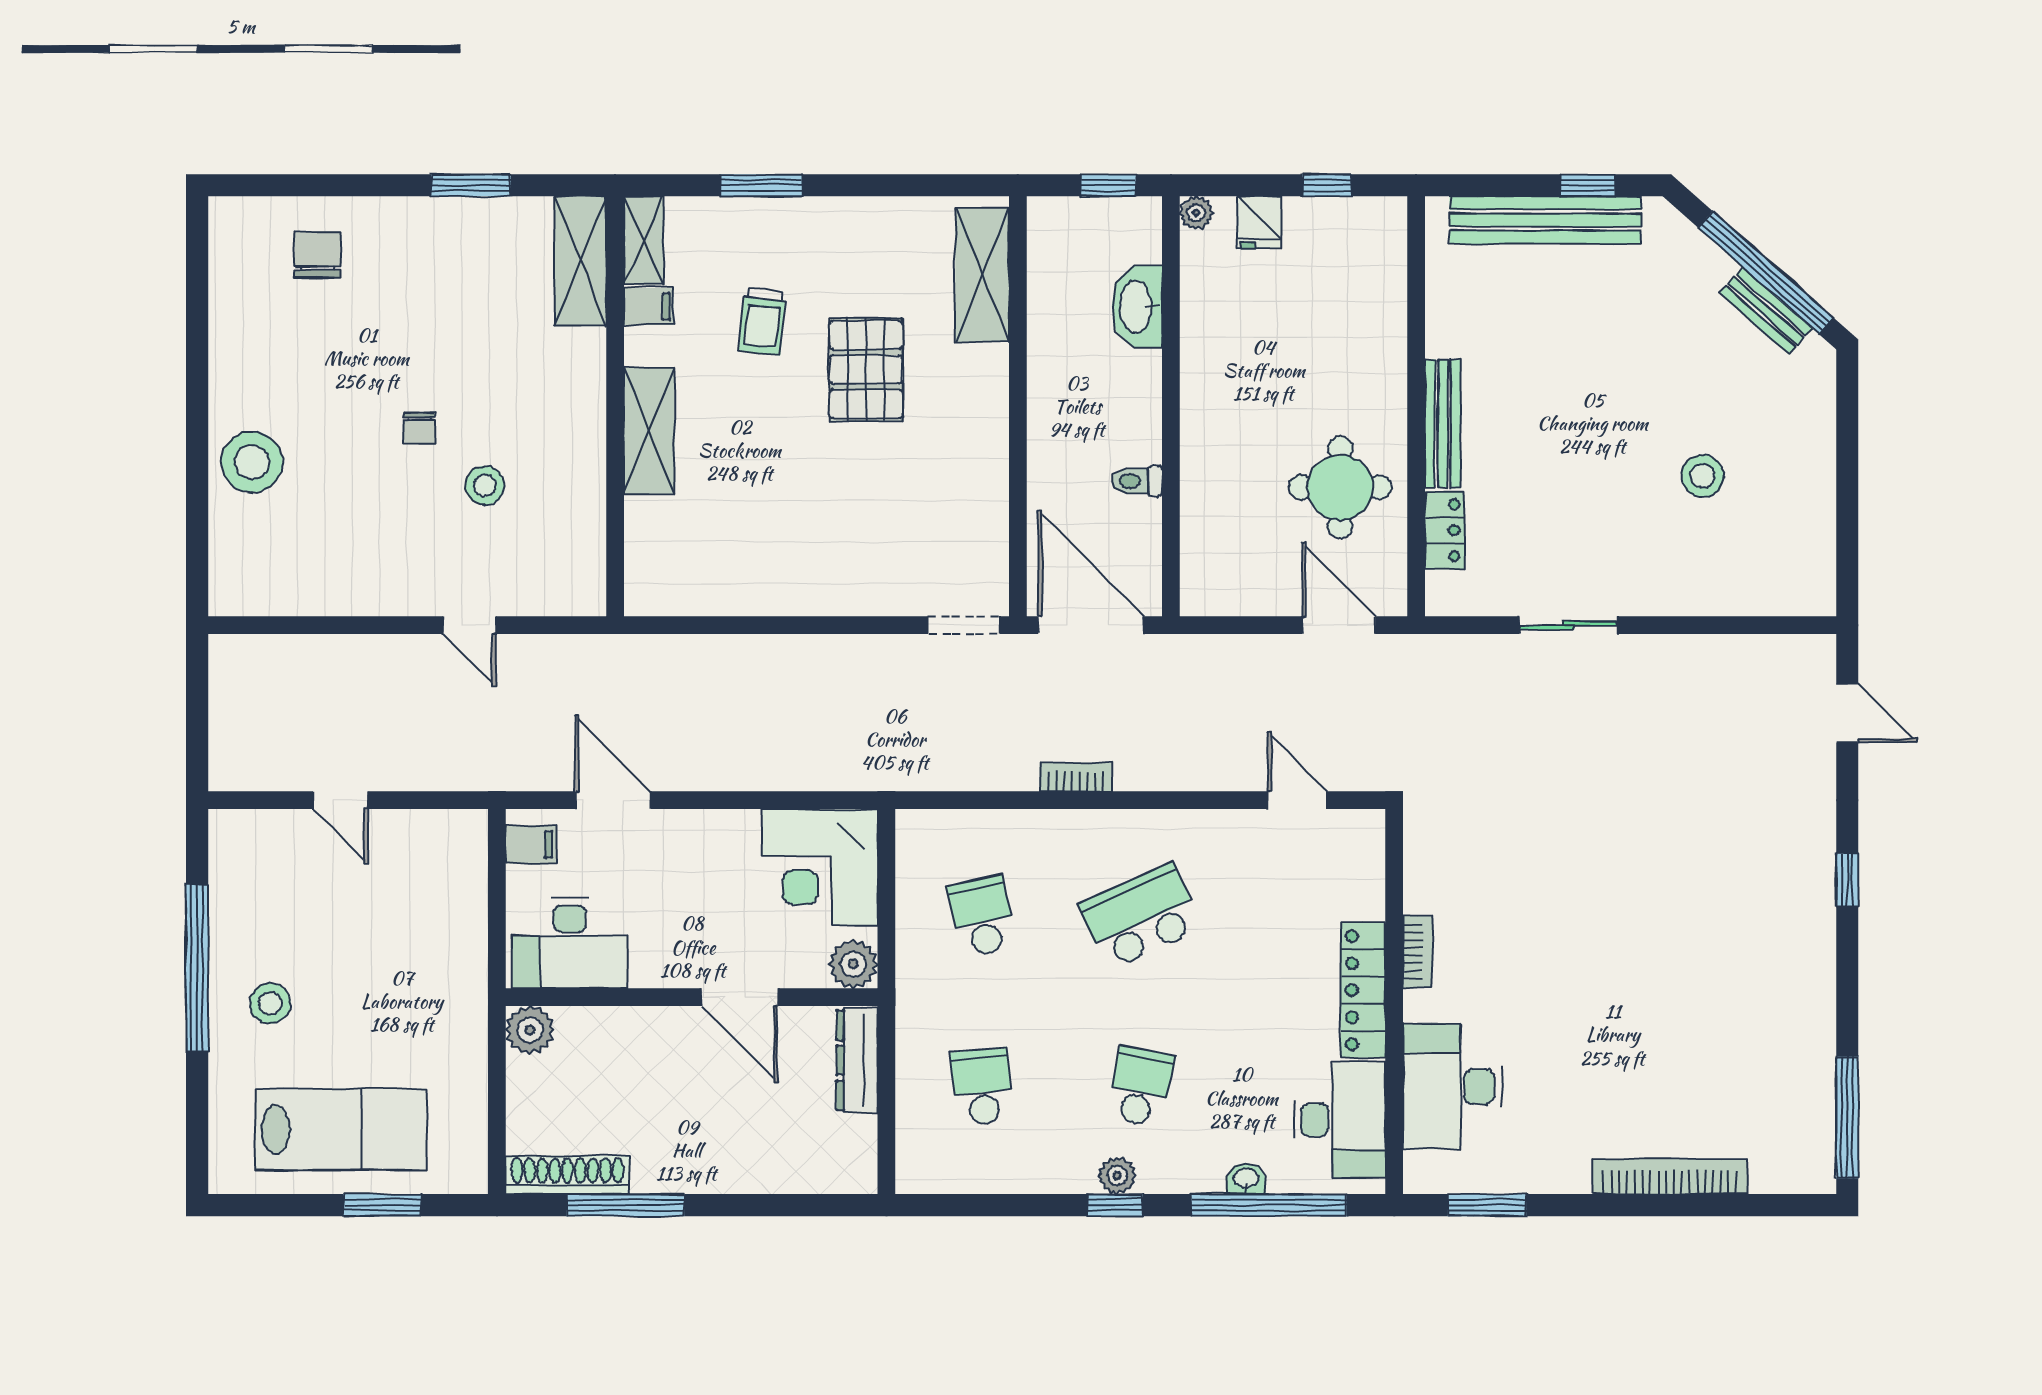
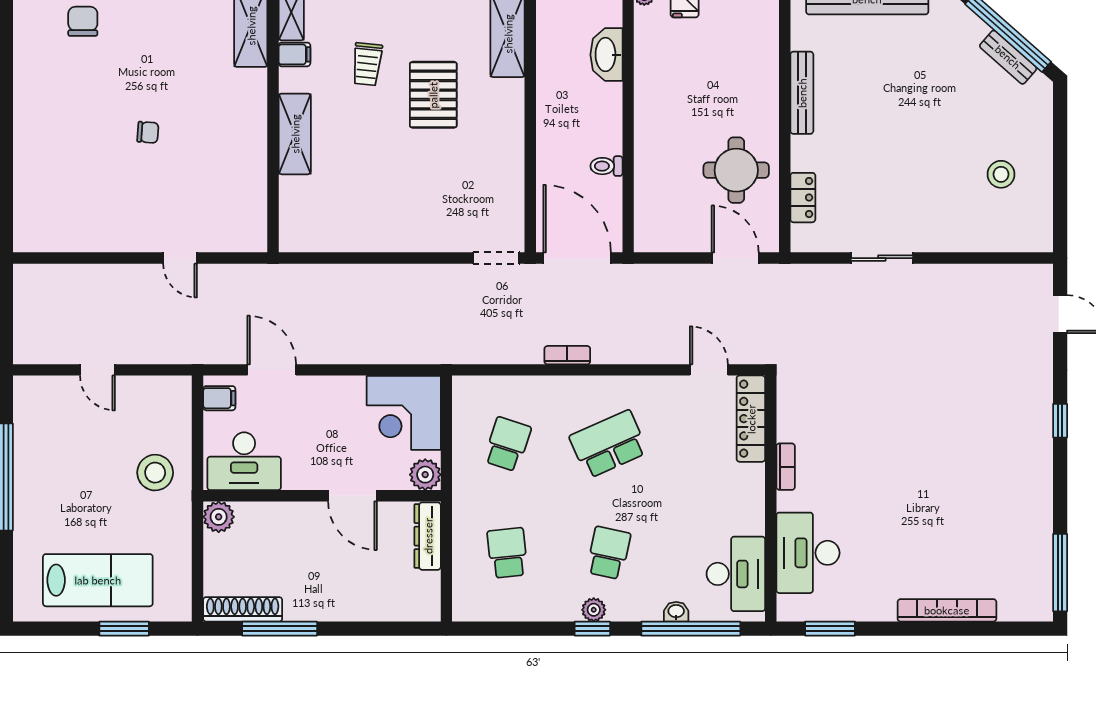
bench: (1443, 424) -> (802, 93), moved
chair: (419, 428) -> (148, 132), turned -86
stool: (252, 462) -> (41, 154), removed
stool: (1703, 476) -> (1001, 174), moved
stool: (485, 485) -> (190, 169), removed
school desk: (982, 916) -> (507, 444), turned 30
locker: (1363, 990) -> (751, 419), moved
stool: (270, 1003) -> (155, 473), moved, width x1.38, depth x1.38

